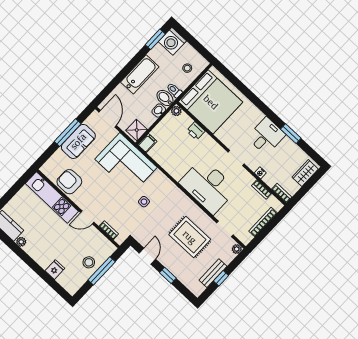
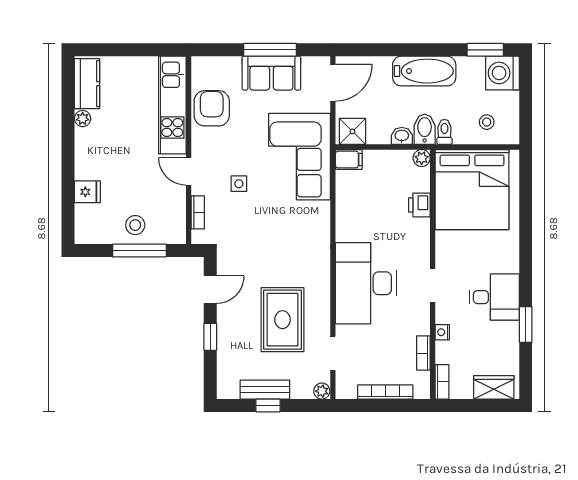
side table: (144, 202) -> (239, 184), moved

